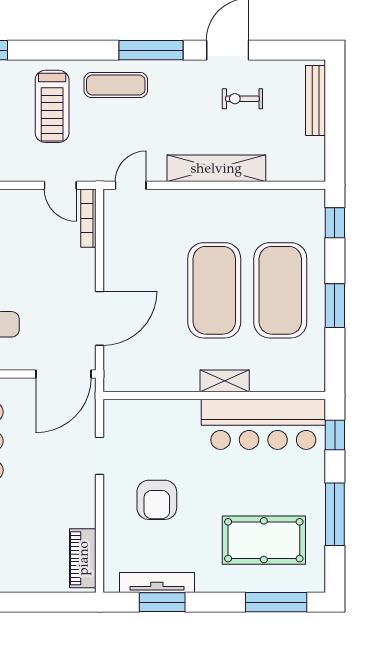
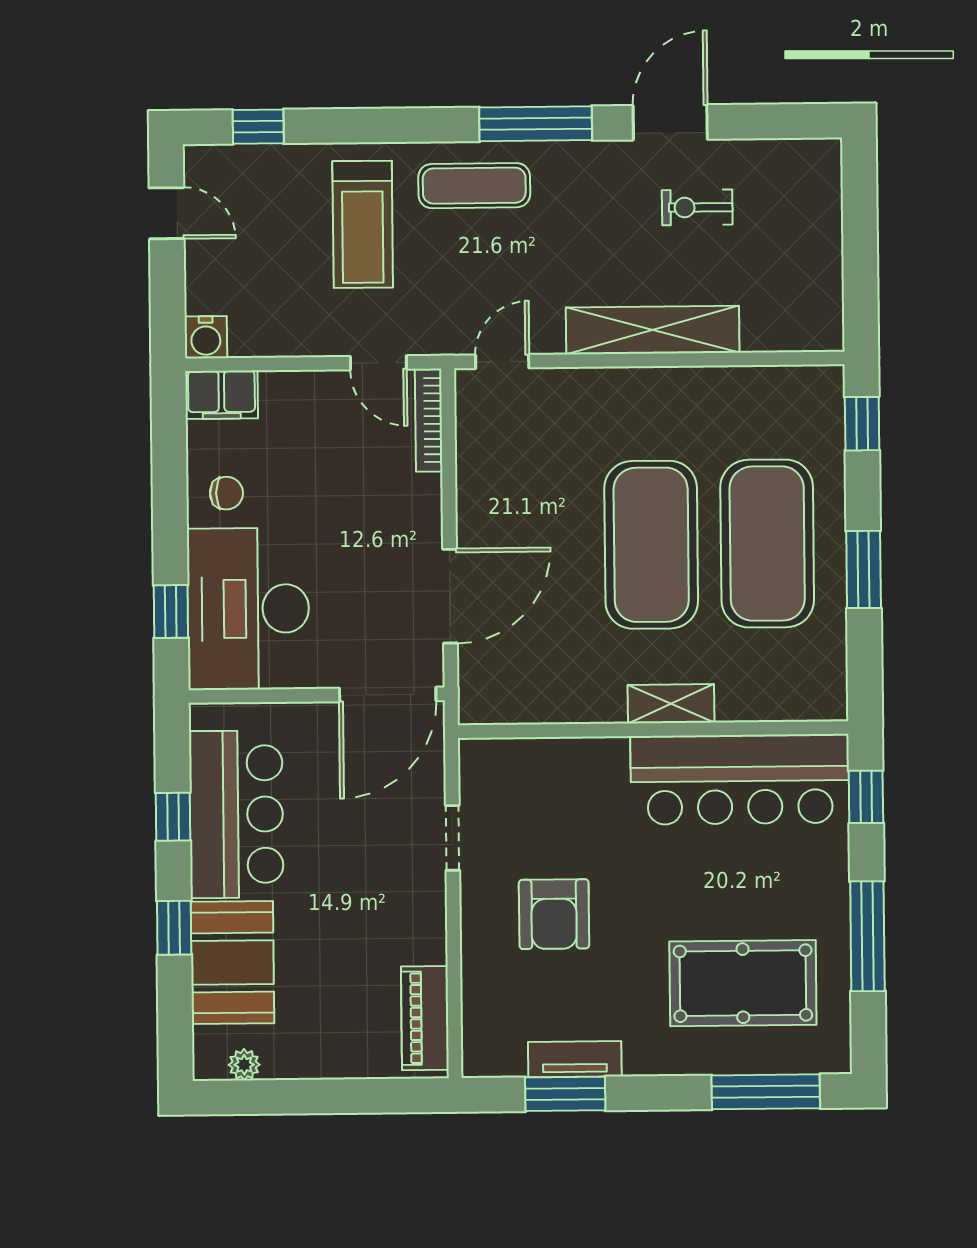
bench: (316, 100) -> (826, 209), removed
tv unit: (157, 582) -> (575, 1059), width x0.71

